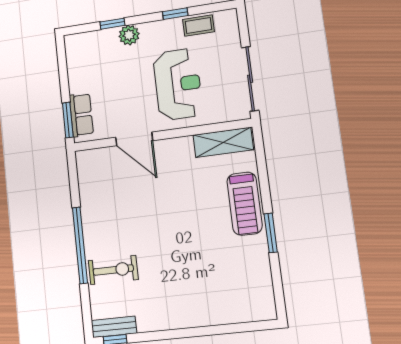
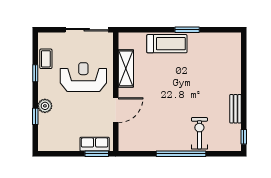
shelving: (223, 142) -> (126, 68), moved
bench: (114, 327) -> (236, 109), moved

